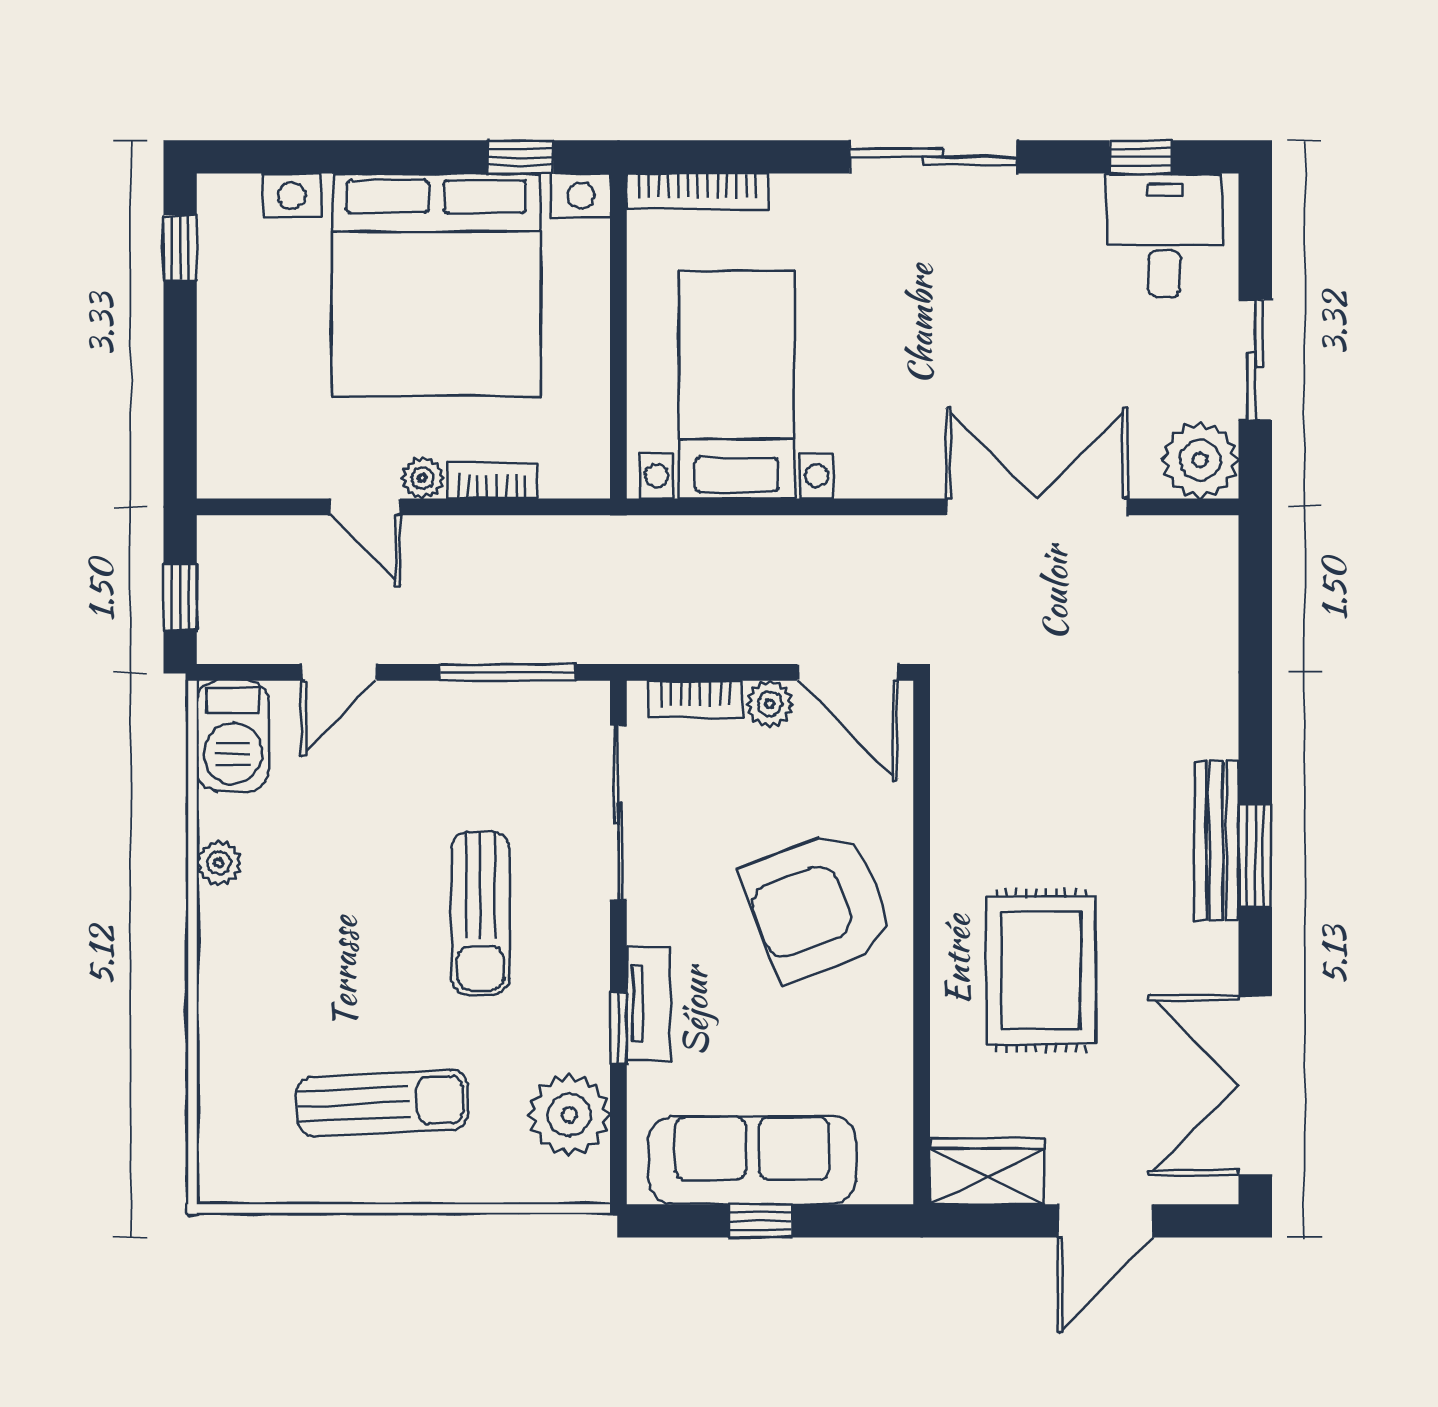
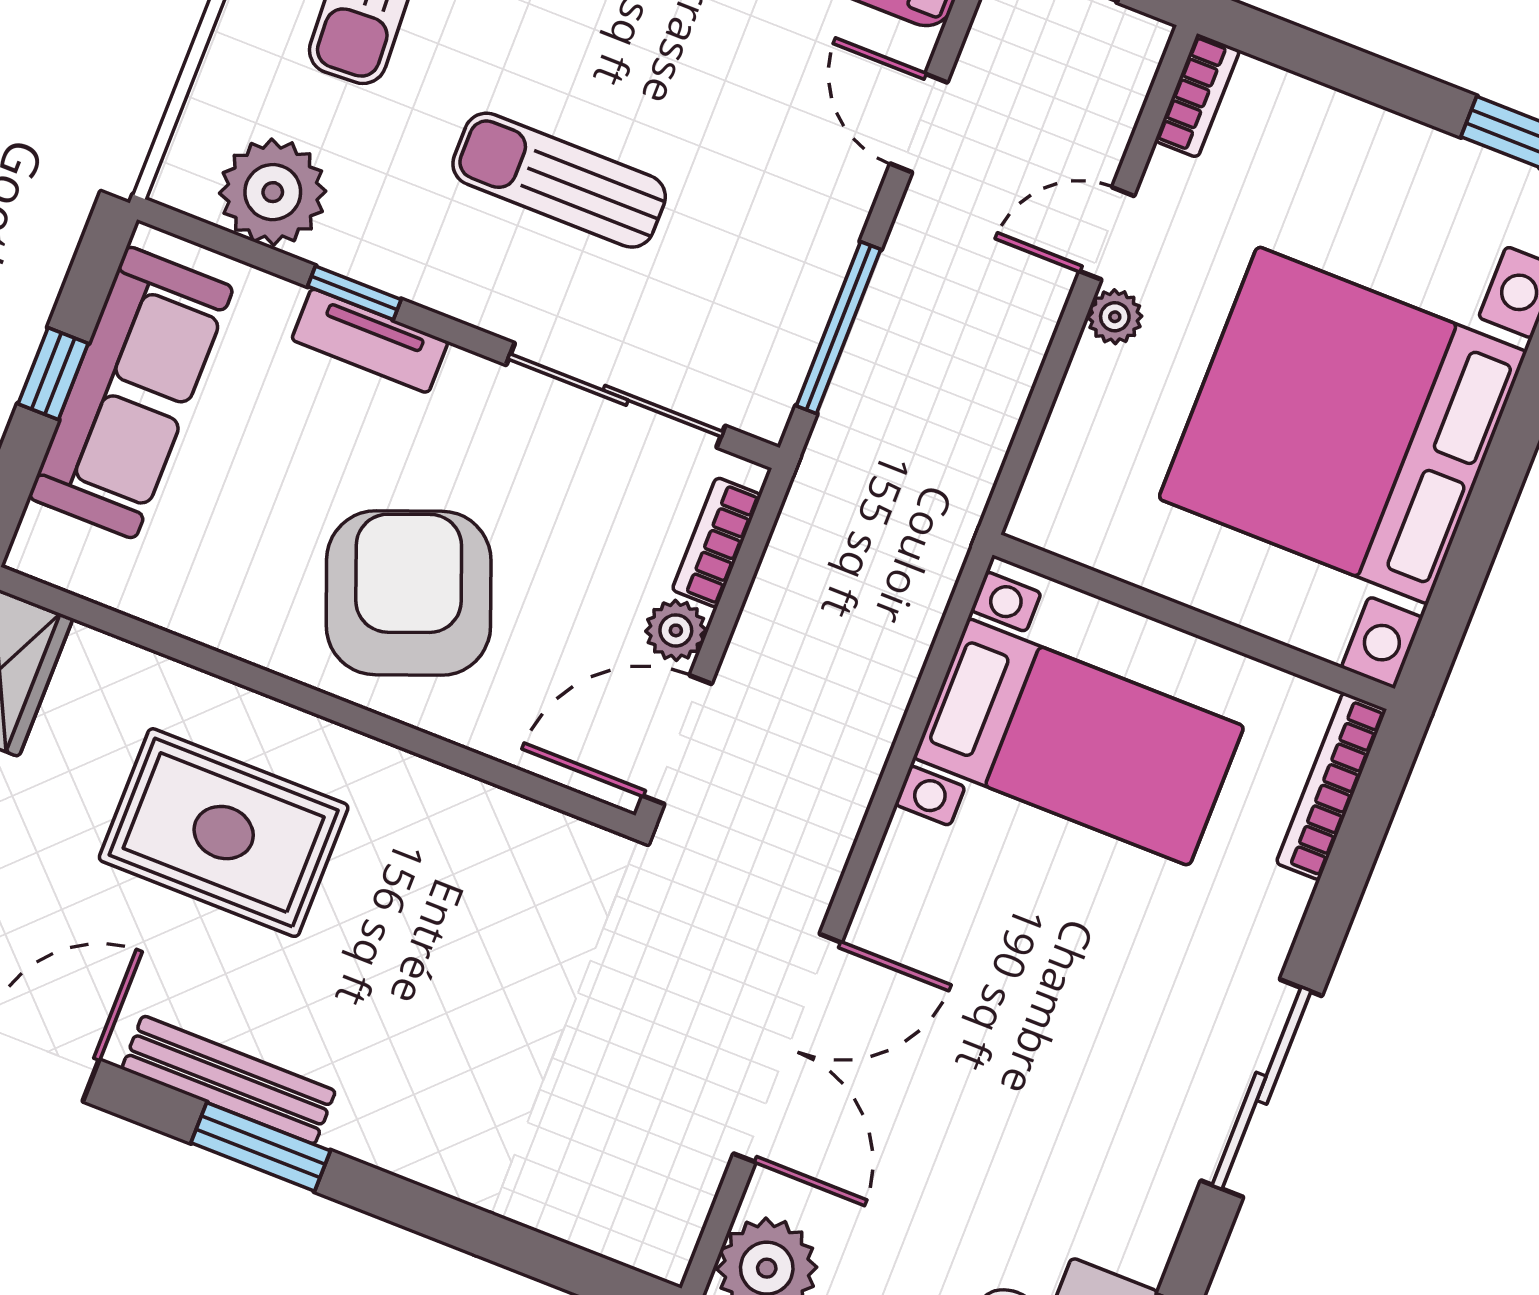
window: (520, 157) -> (1457, 588), removed
bookcase: (492, 481) -> (1197, 96), moved
bench: (1216, 841) -> (229, 1080), moved

